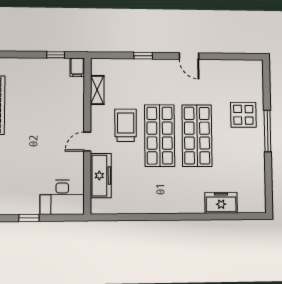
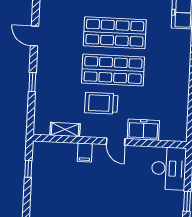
door: (189, 56) -> (35, 36), swing flipped
filing cabinet: (77, 67) -> (85, 153), moved, turned 90
freezer: (101, 176) -> (143, 130), width x0.71

